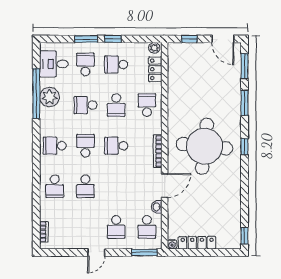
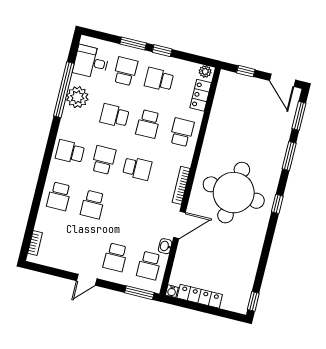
school desk: (116, 146) -> (137, 168), turned 180

